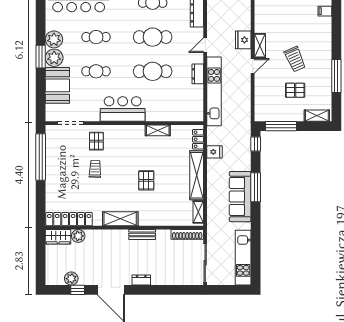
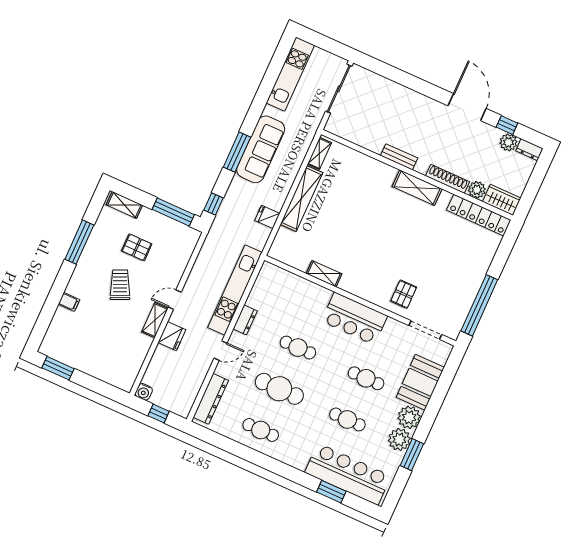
filing cabinet: (325, 11) -> (69, 302), moved
window: (41, 57) -> (412, 455), moved
cafe table: (153, 71) -> (298, 348), width x0.73, depth x0.74
locker: (198, 139) -> (280, 241), removed
trolley: (95, 169) -> (420, 261), removed
pallet: (146, 180) -> (365, 220), removed
shoe rack: (187, 234) -> (448, 179), moved
dresser: (141, 280) -> (529, 150), moved

